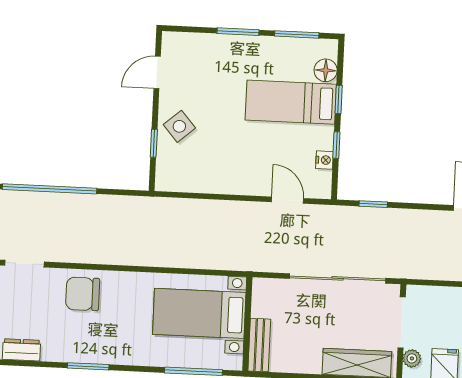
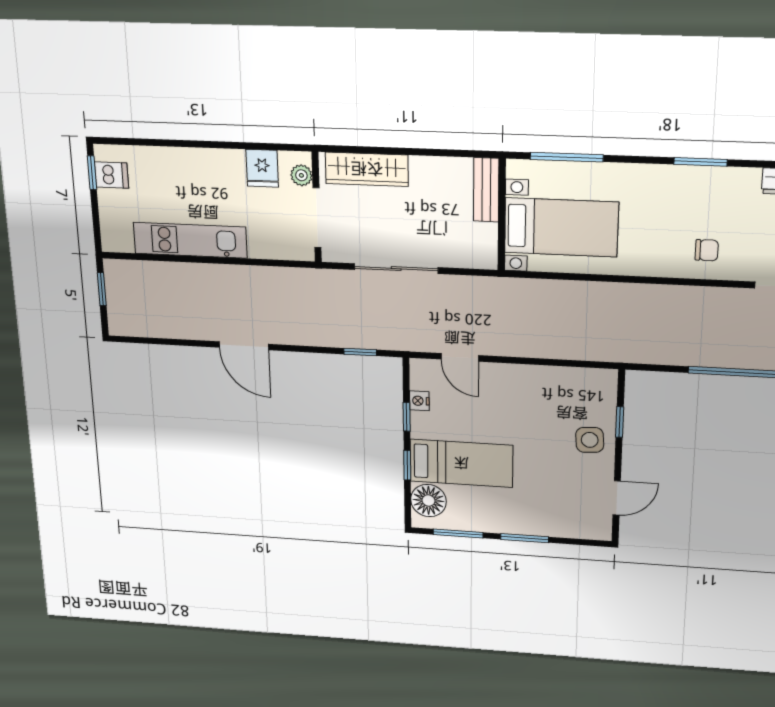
floor lamp: (326, 70) -> (428, 501), width x1.38, depth x1.38
side table: (179, 126) -> (590, 440), turned 37
sliding door: (337, 278) -> (396, 269), width x0.73
chair: (83, 294) -> (707, 250), width x0.54, depth x0.54

